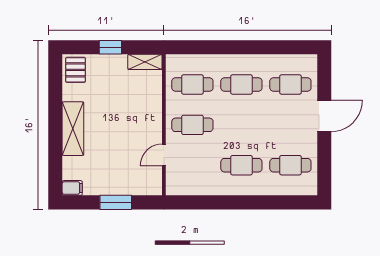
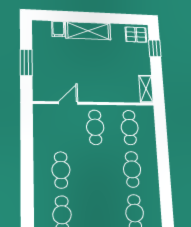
window: (110, 47) -> (155, 48), moved
door: (164, 155) -> (68, 103), hinge flipped
filing cabinet: (72, 188) -> (58, 29), moved

